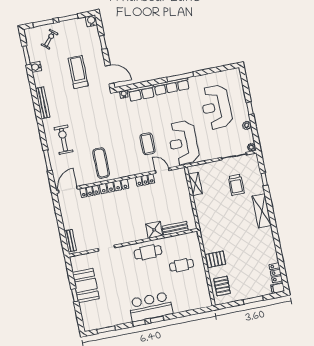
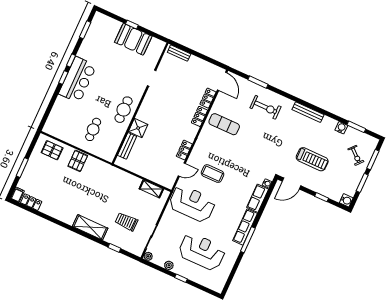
locker: (114, 186) -> (200, 116), width x0.66

